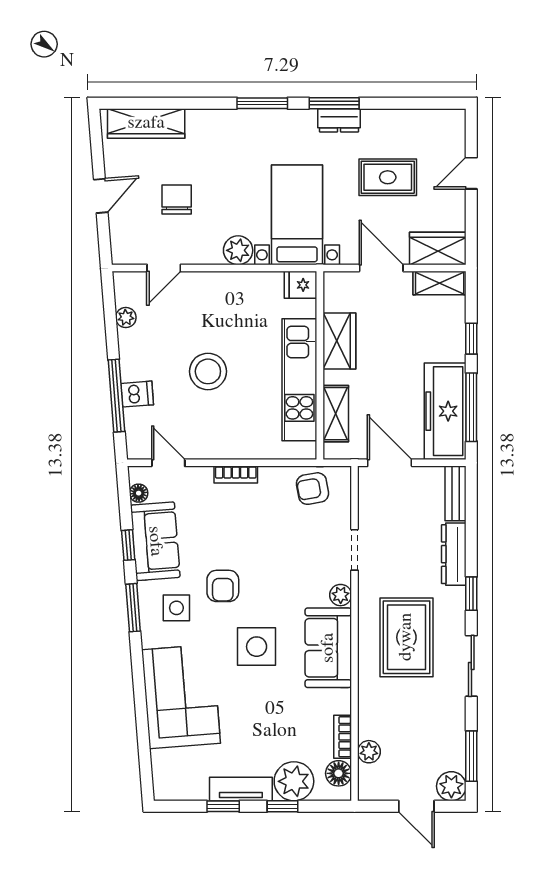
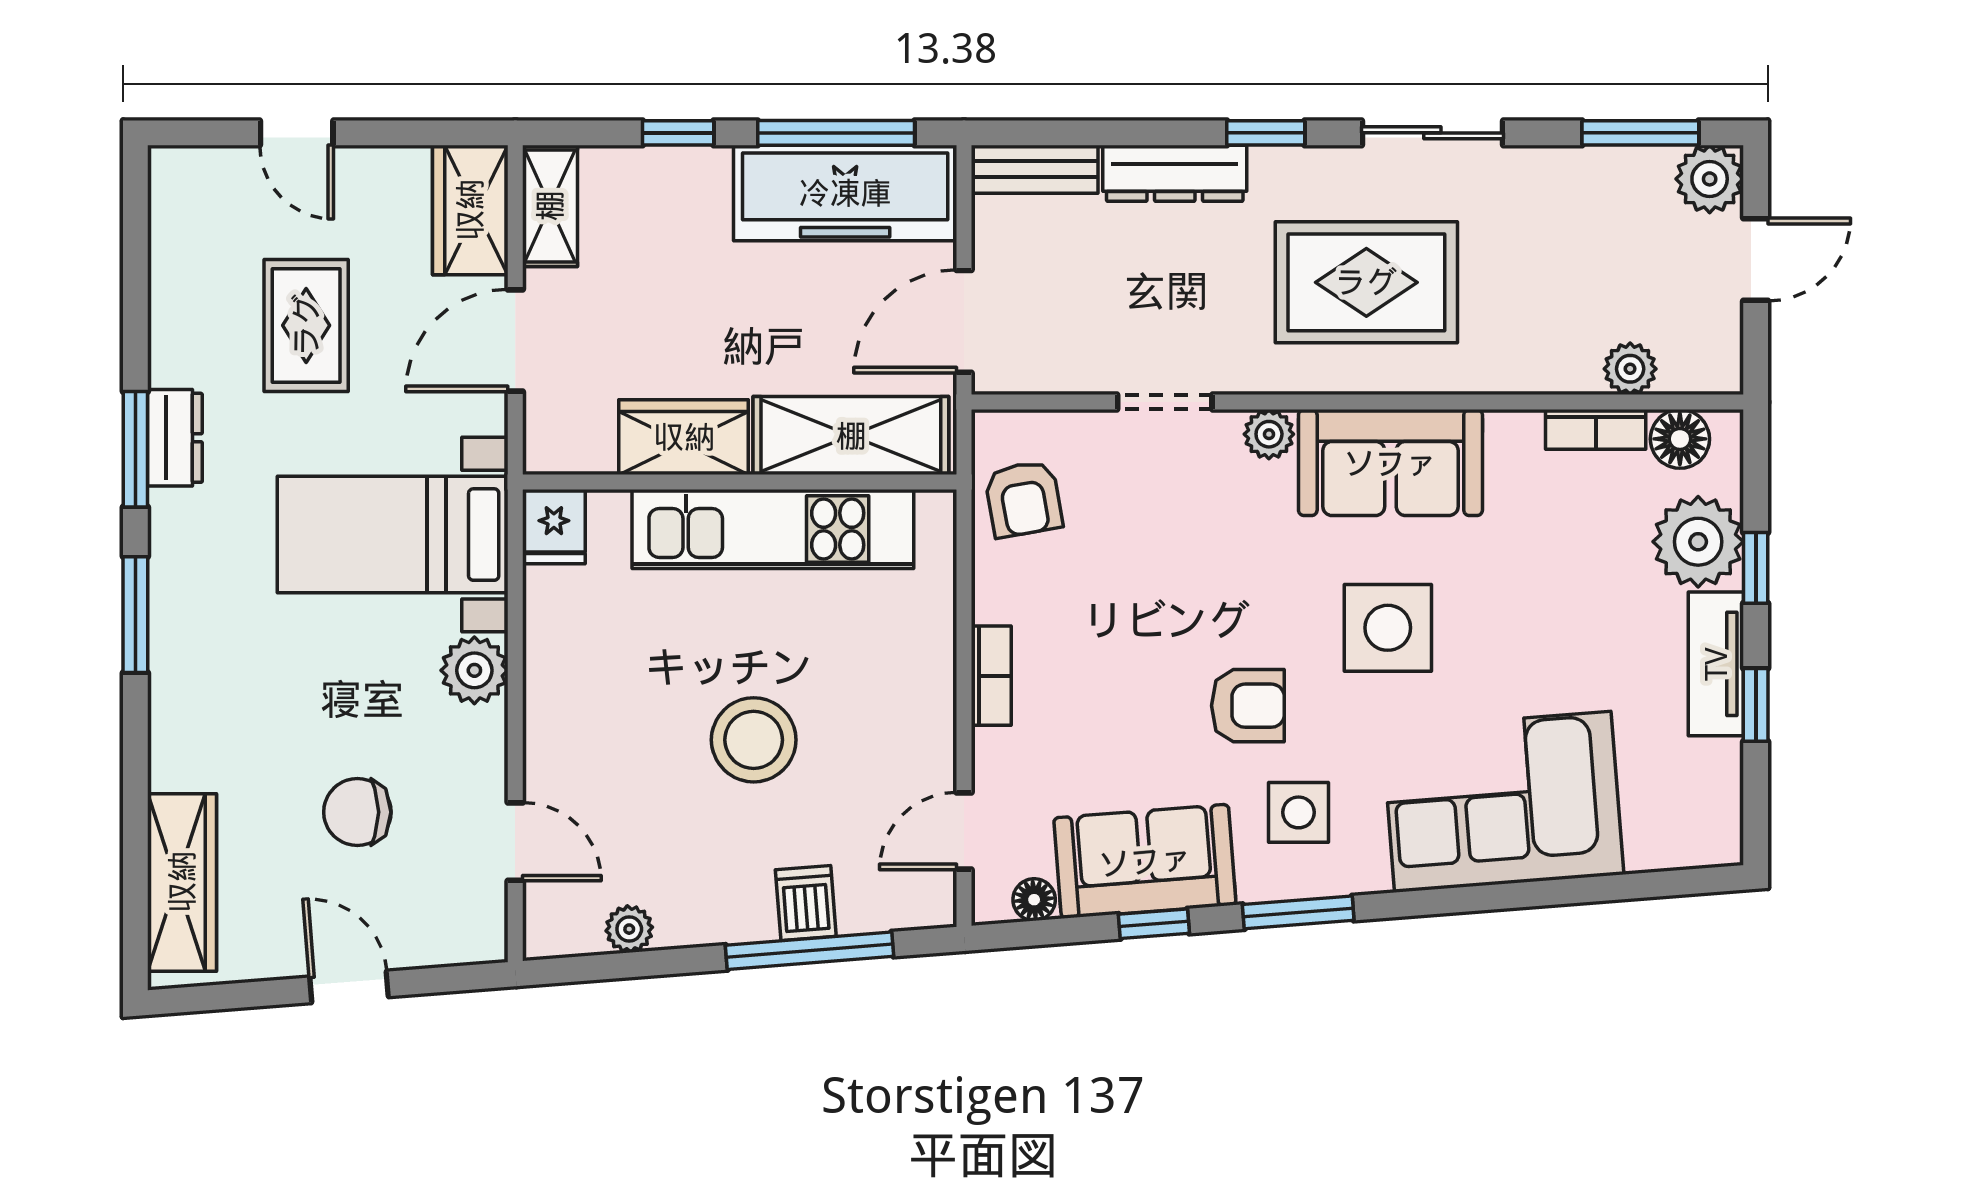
shelving: (336, 414) -> (851, 436), width x1.50, depth x1.33

